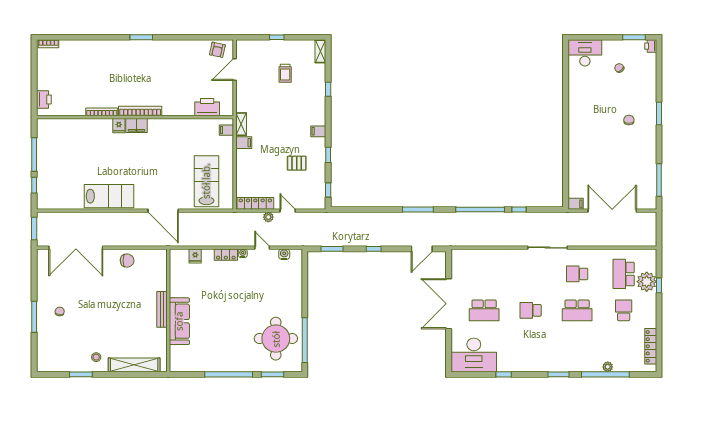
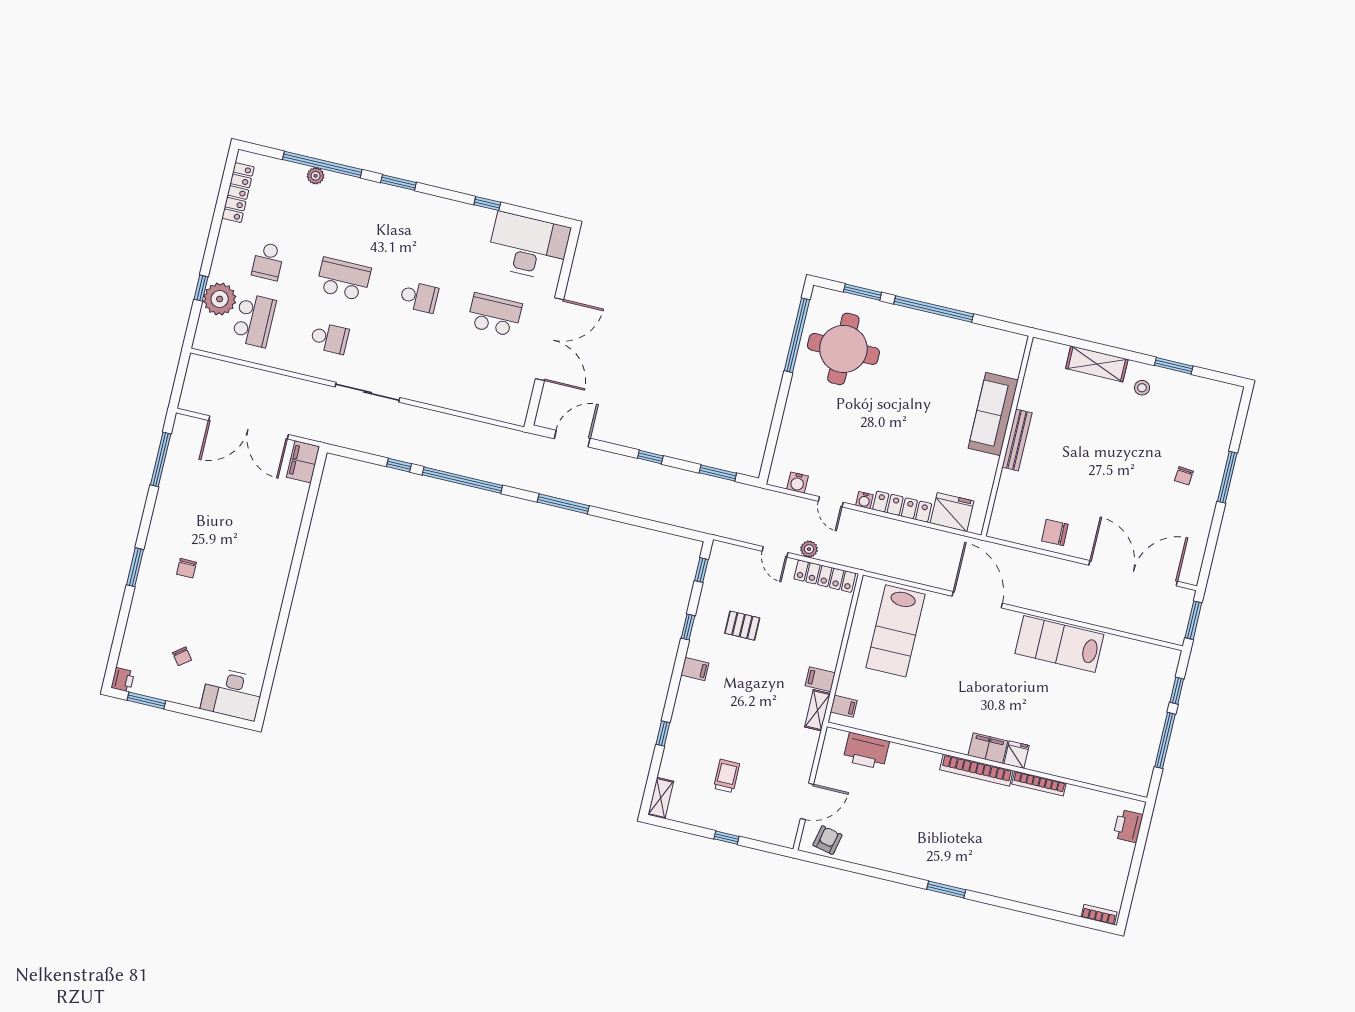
filing cabinet: (576, 204) -> (303, 462), width x2.00
locker: (226, 255) -> (902, 507), width x1.53
fridge: (195, 256) -> (952, 512), width x1.88, depth x1.34
shelving: (134, 365) -> (1097, 364), width x0.68

